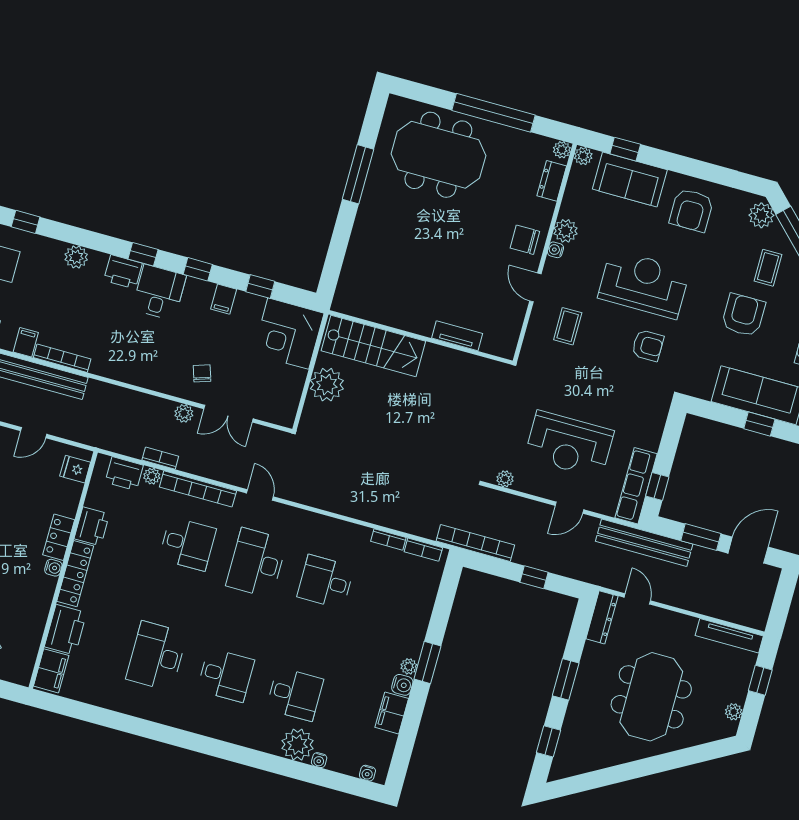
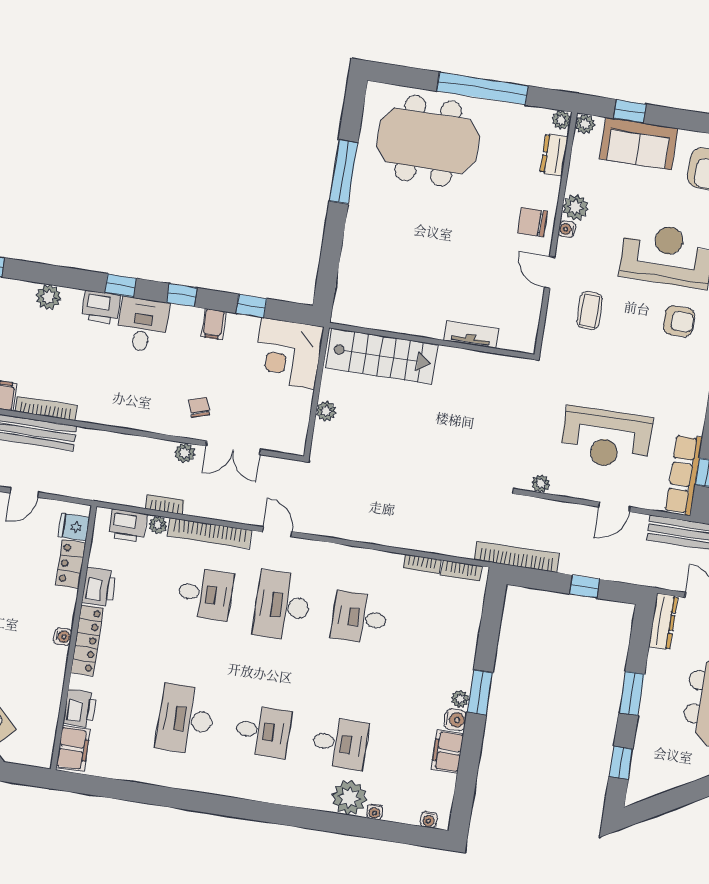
plant: (327, 385) -> (326, 411), width x0.53, depth x0.53
locker: (59, 537) -> (71, 564), moved
printer: (65, 630) -> (80, 708), width x0.73, depth x0.84

